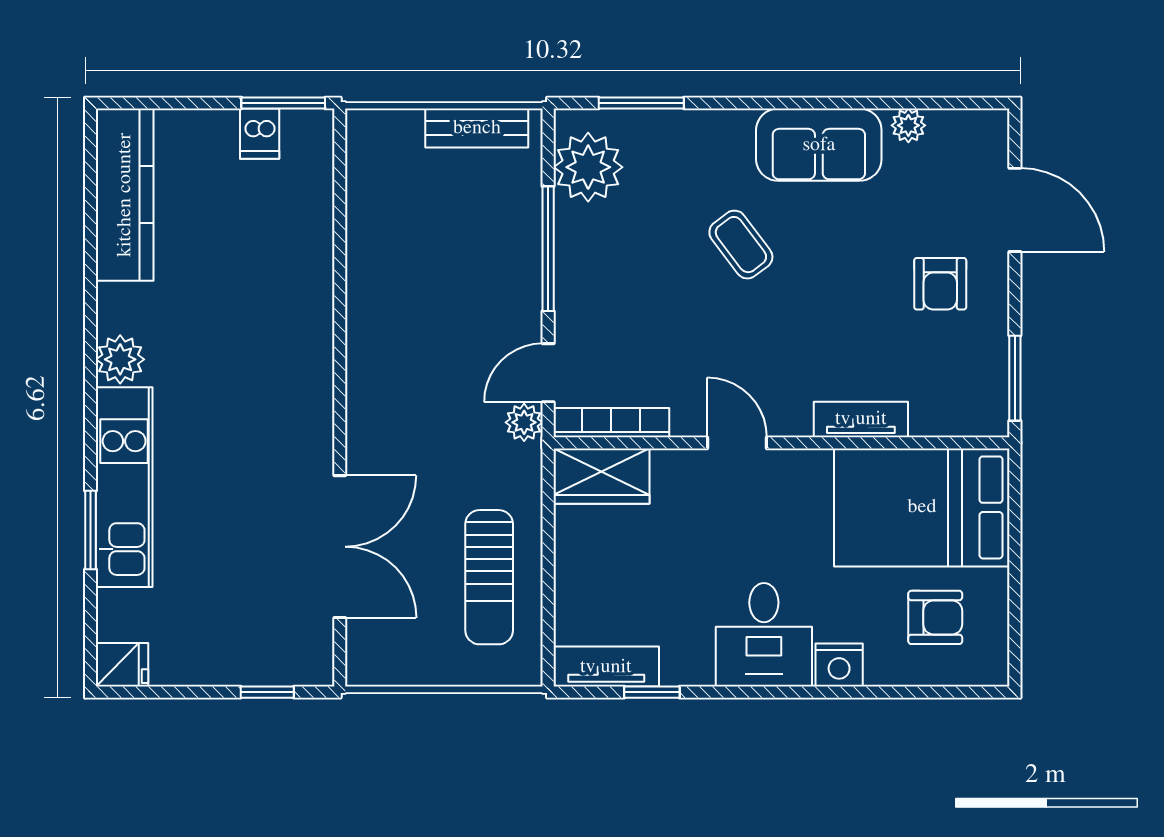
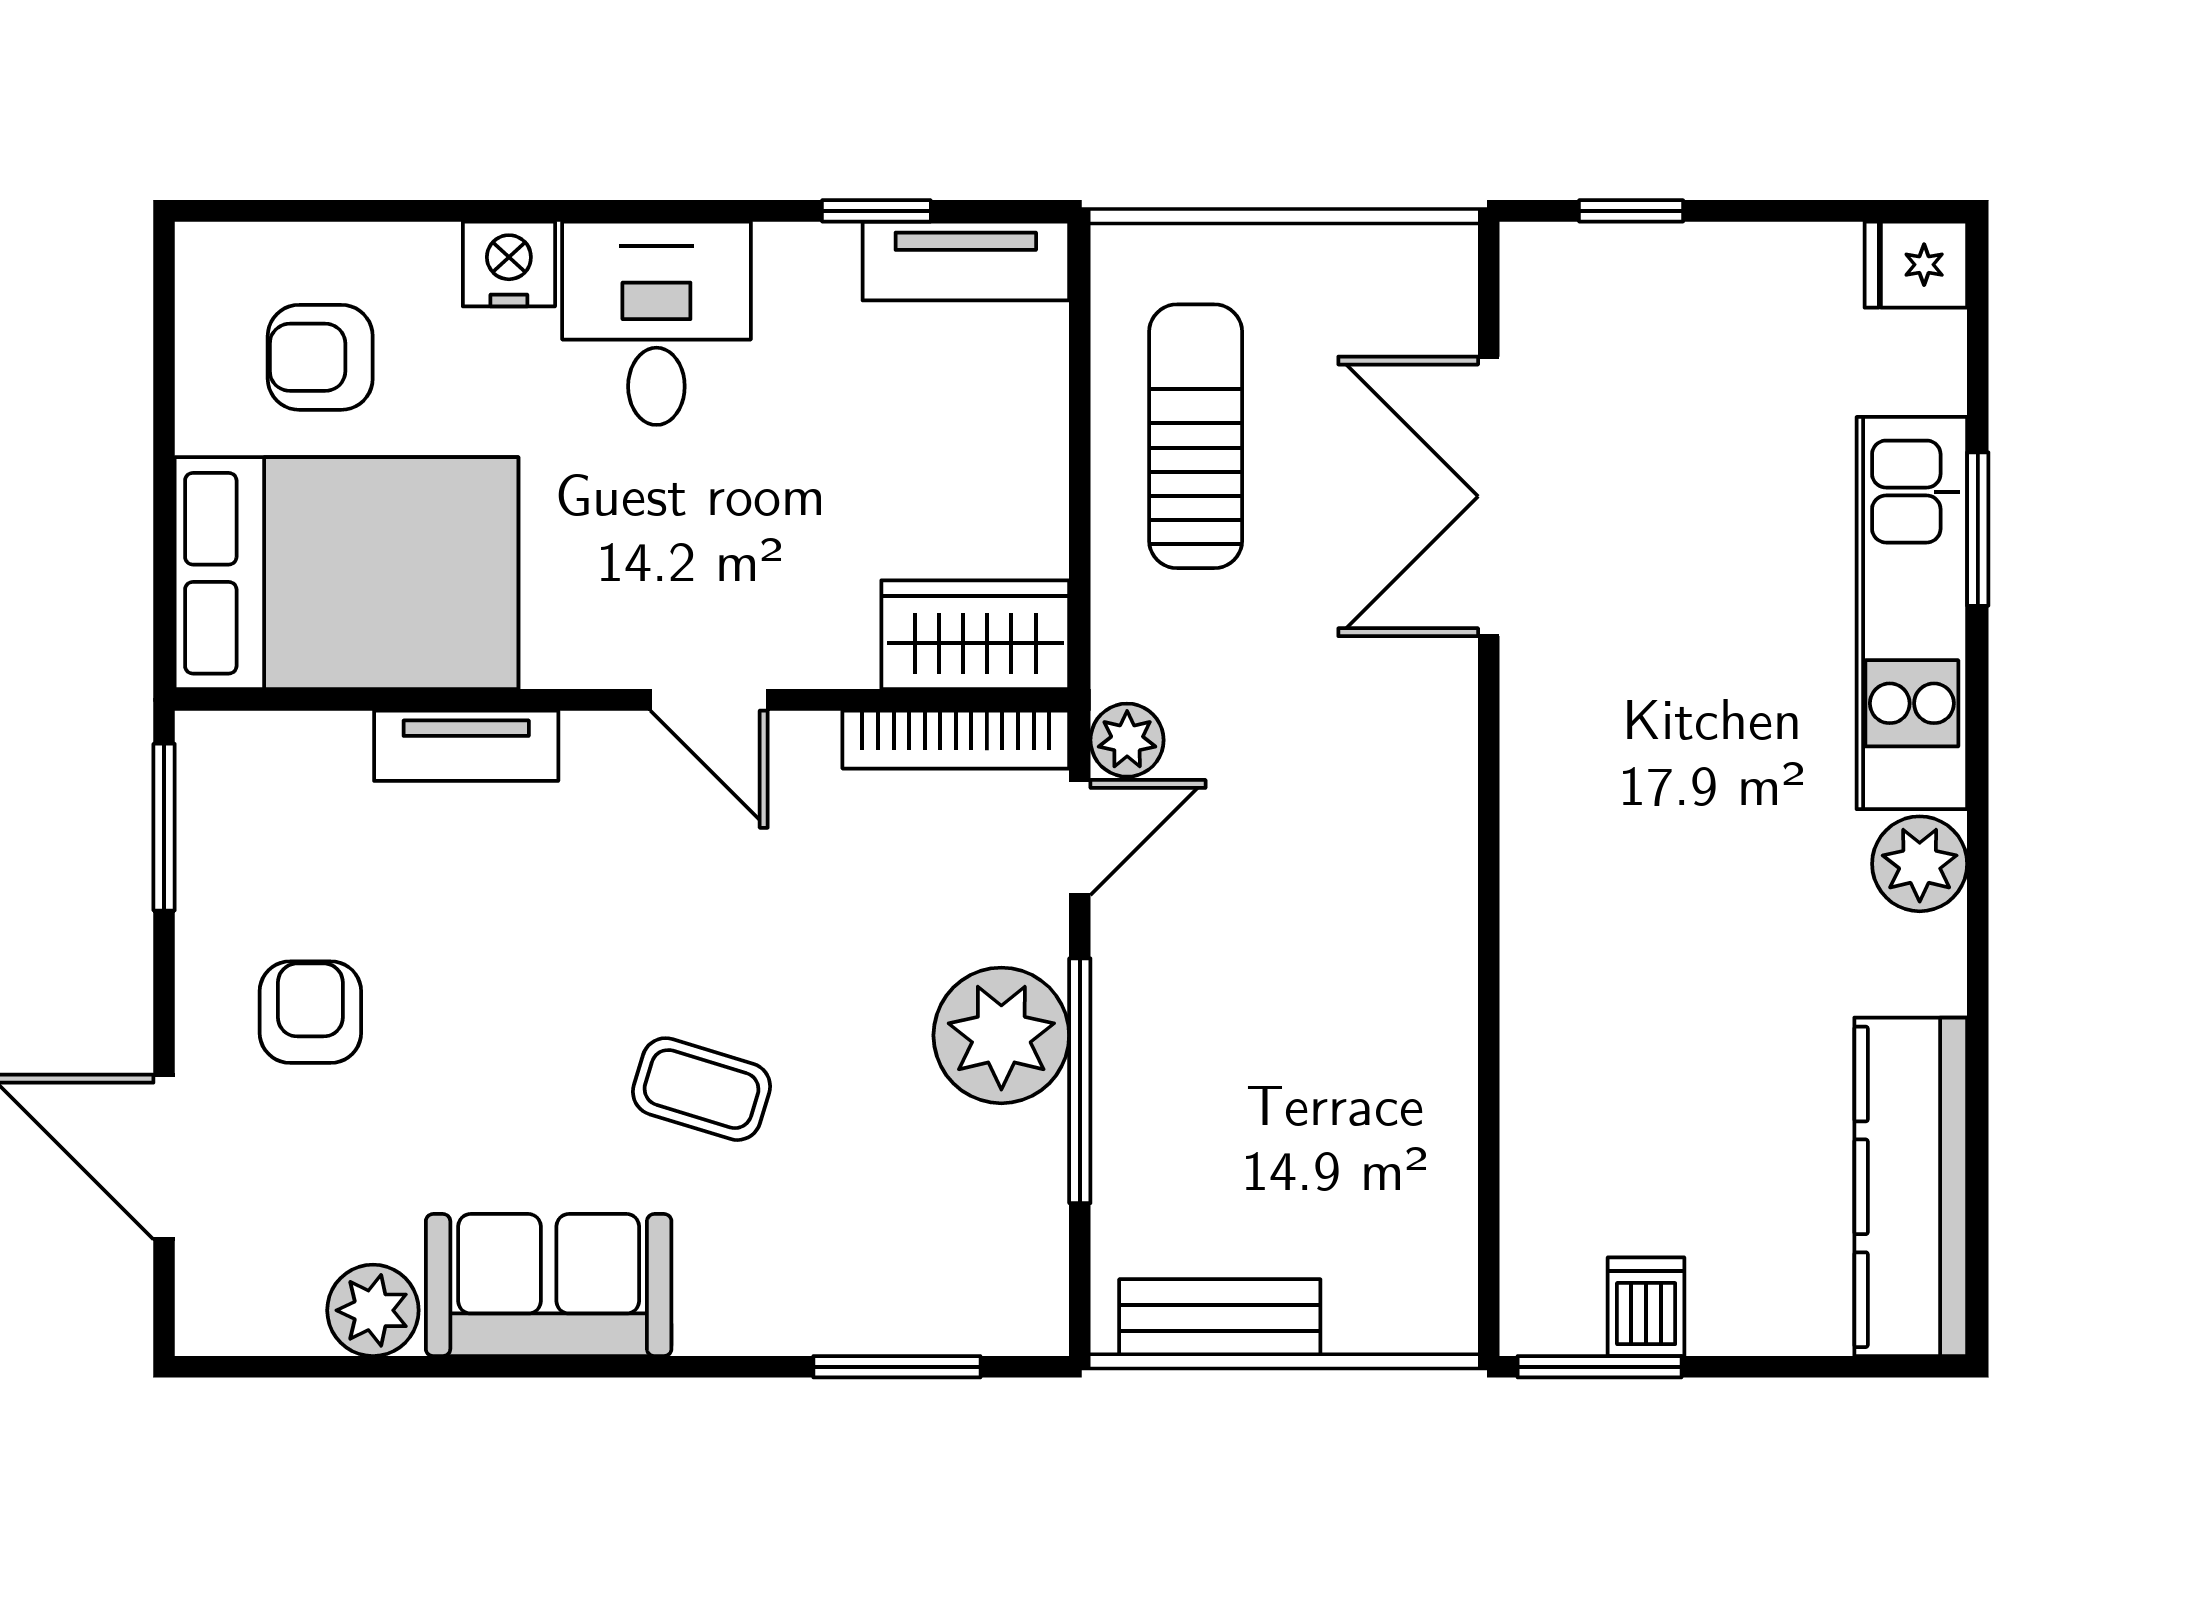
plant: (908, 125) -> (373, 1310), width x1.38, depth x1.38
plant: (588, 167) -> (1001, 1035), moved
coffee table: (741, 245) -> (702, 1089), turned -36

